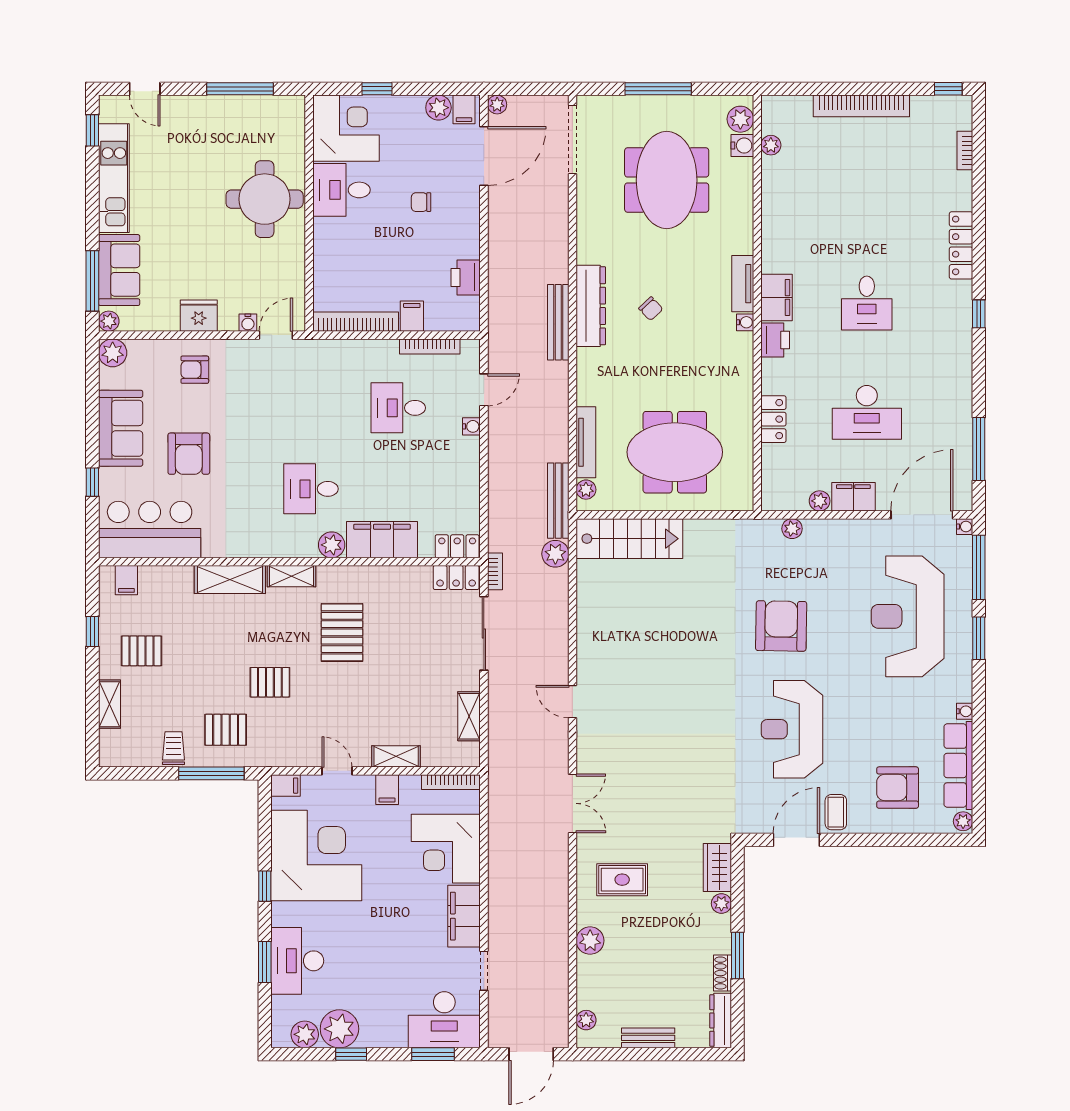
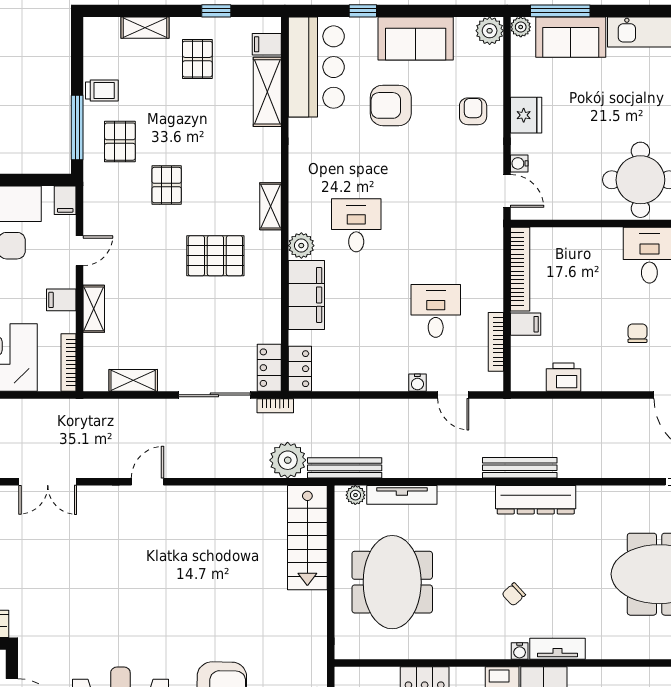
chair: (651, 309) -> (514, 594), moved
plant: (555, 554) -> (288, 460), width x1.36, depth x1.36
shelving: (230, 580) -> (267, 92), moved

